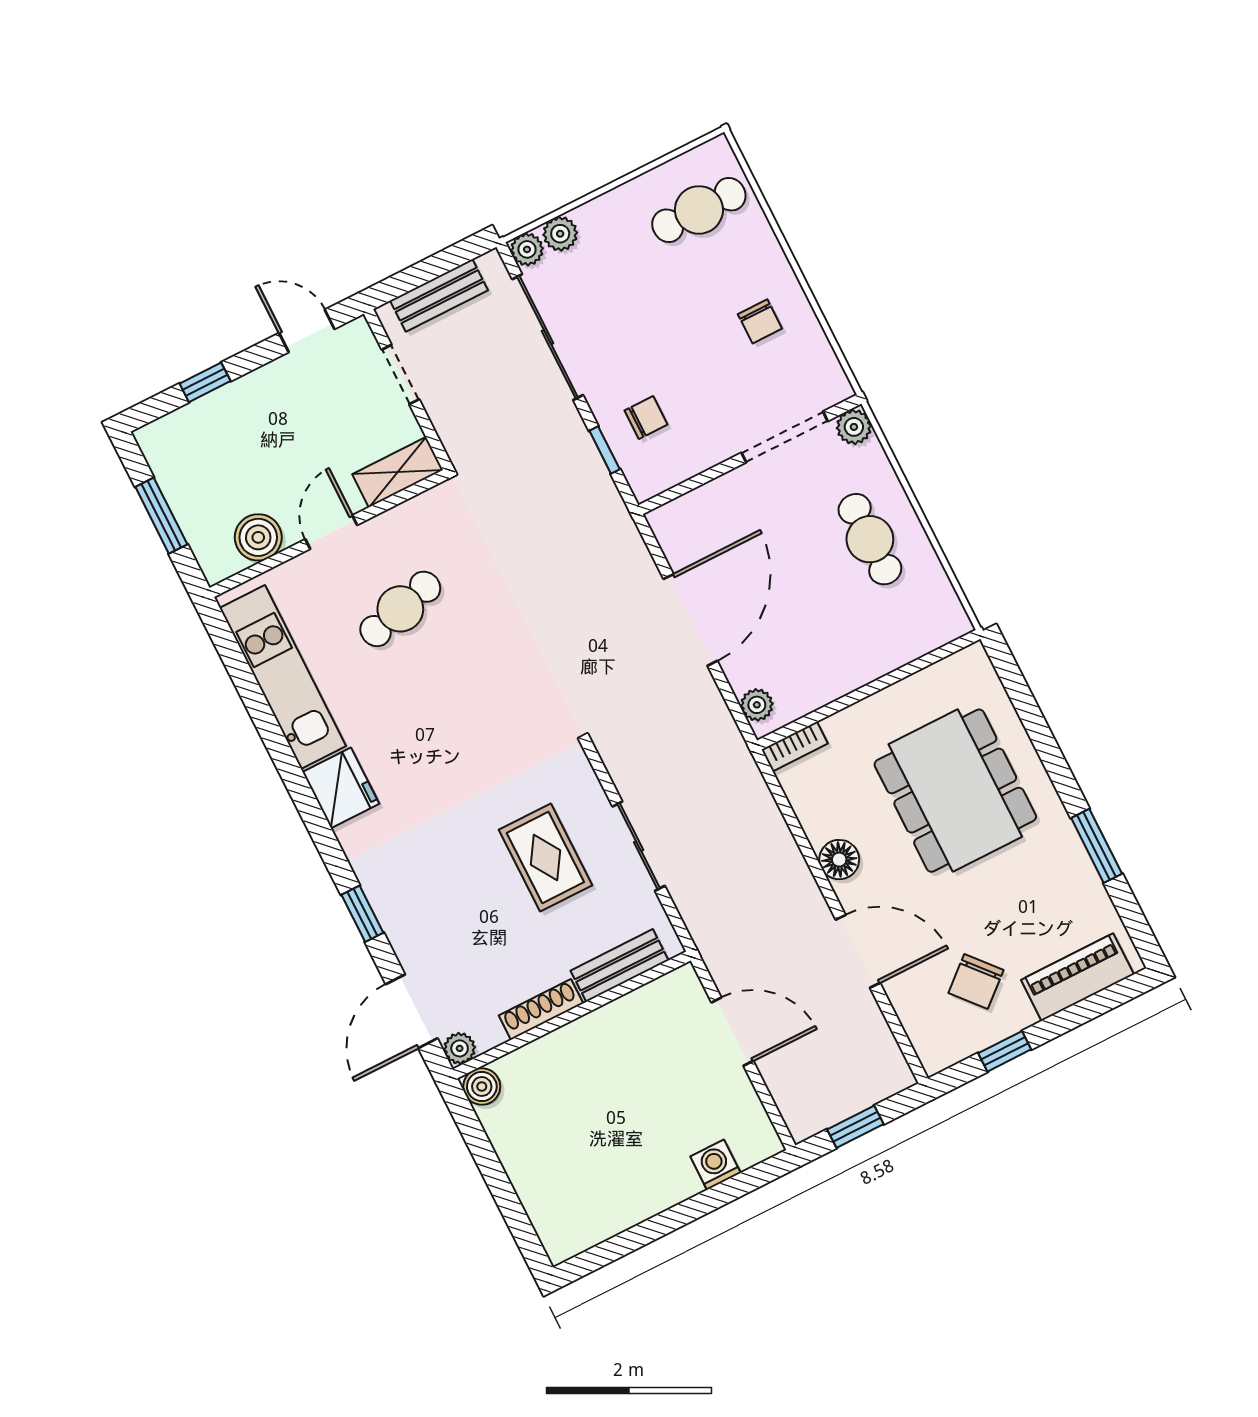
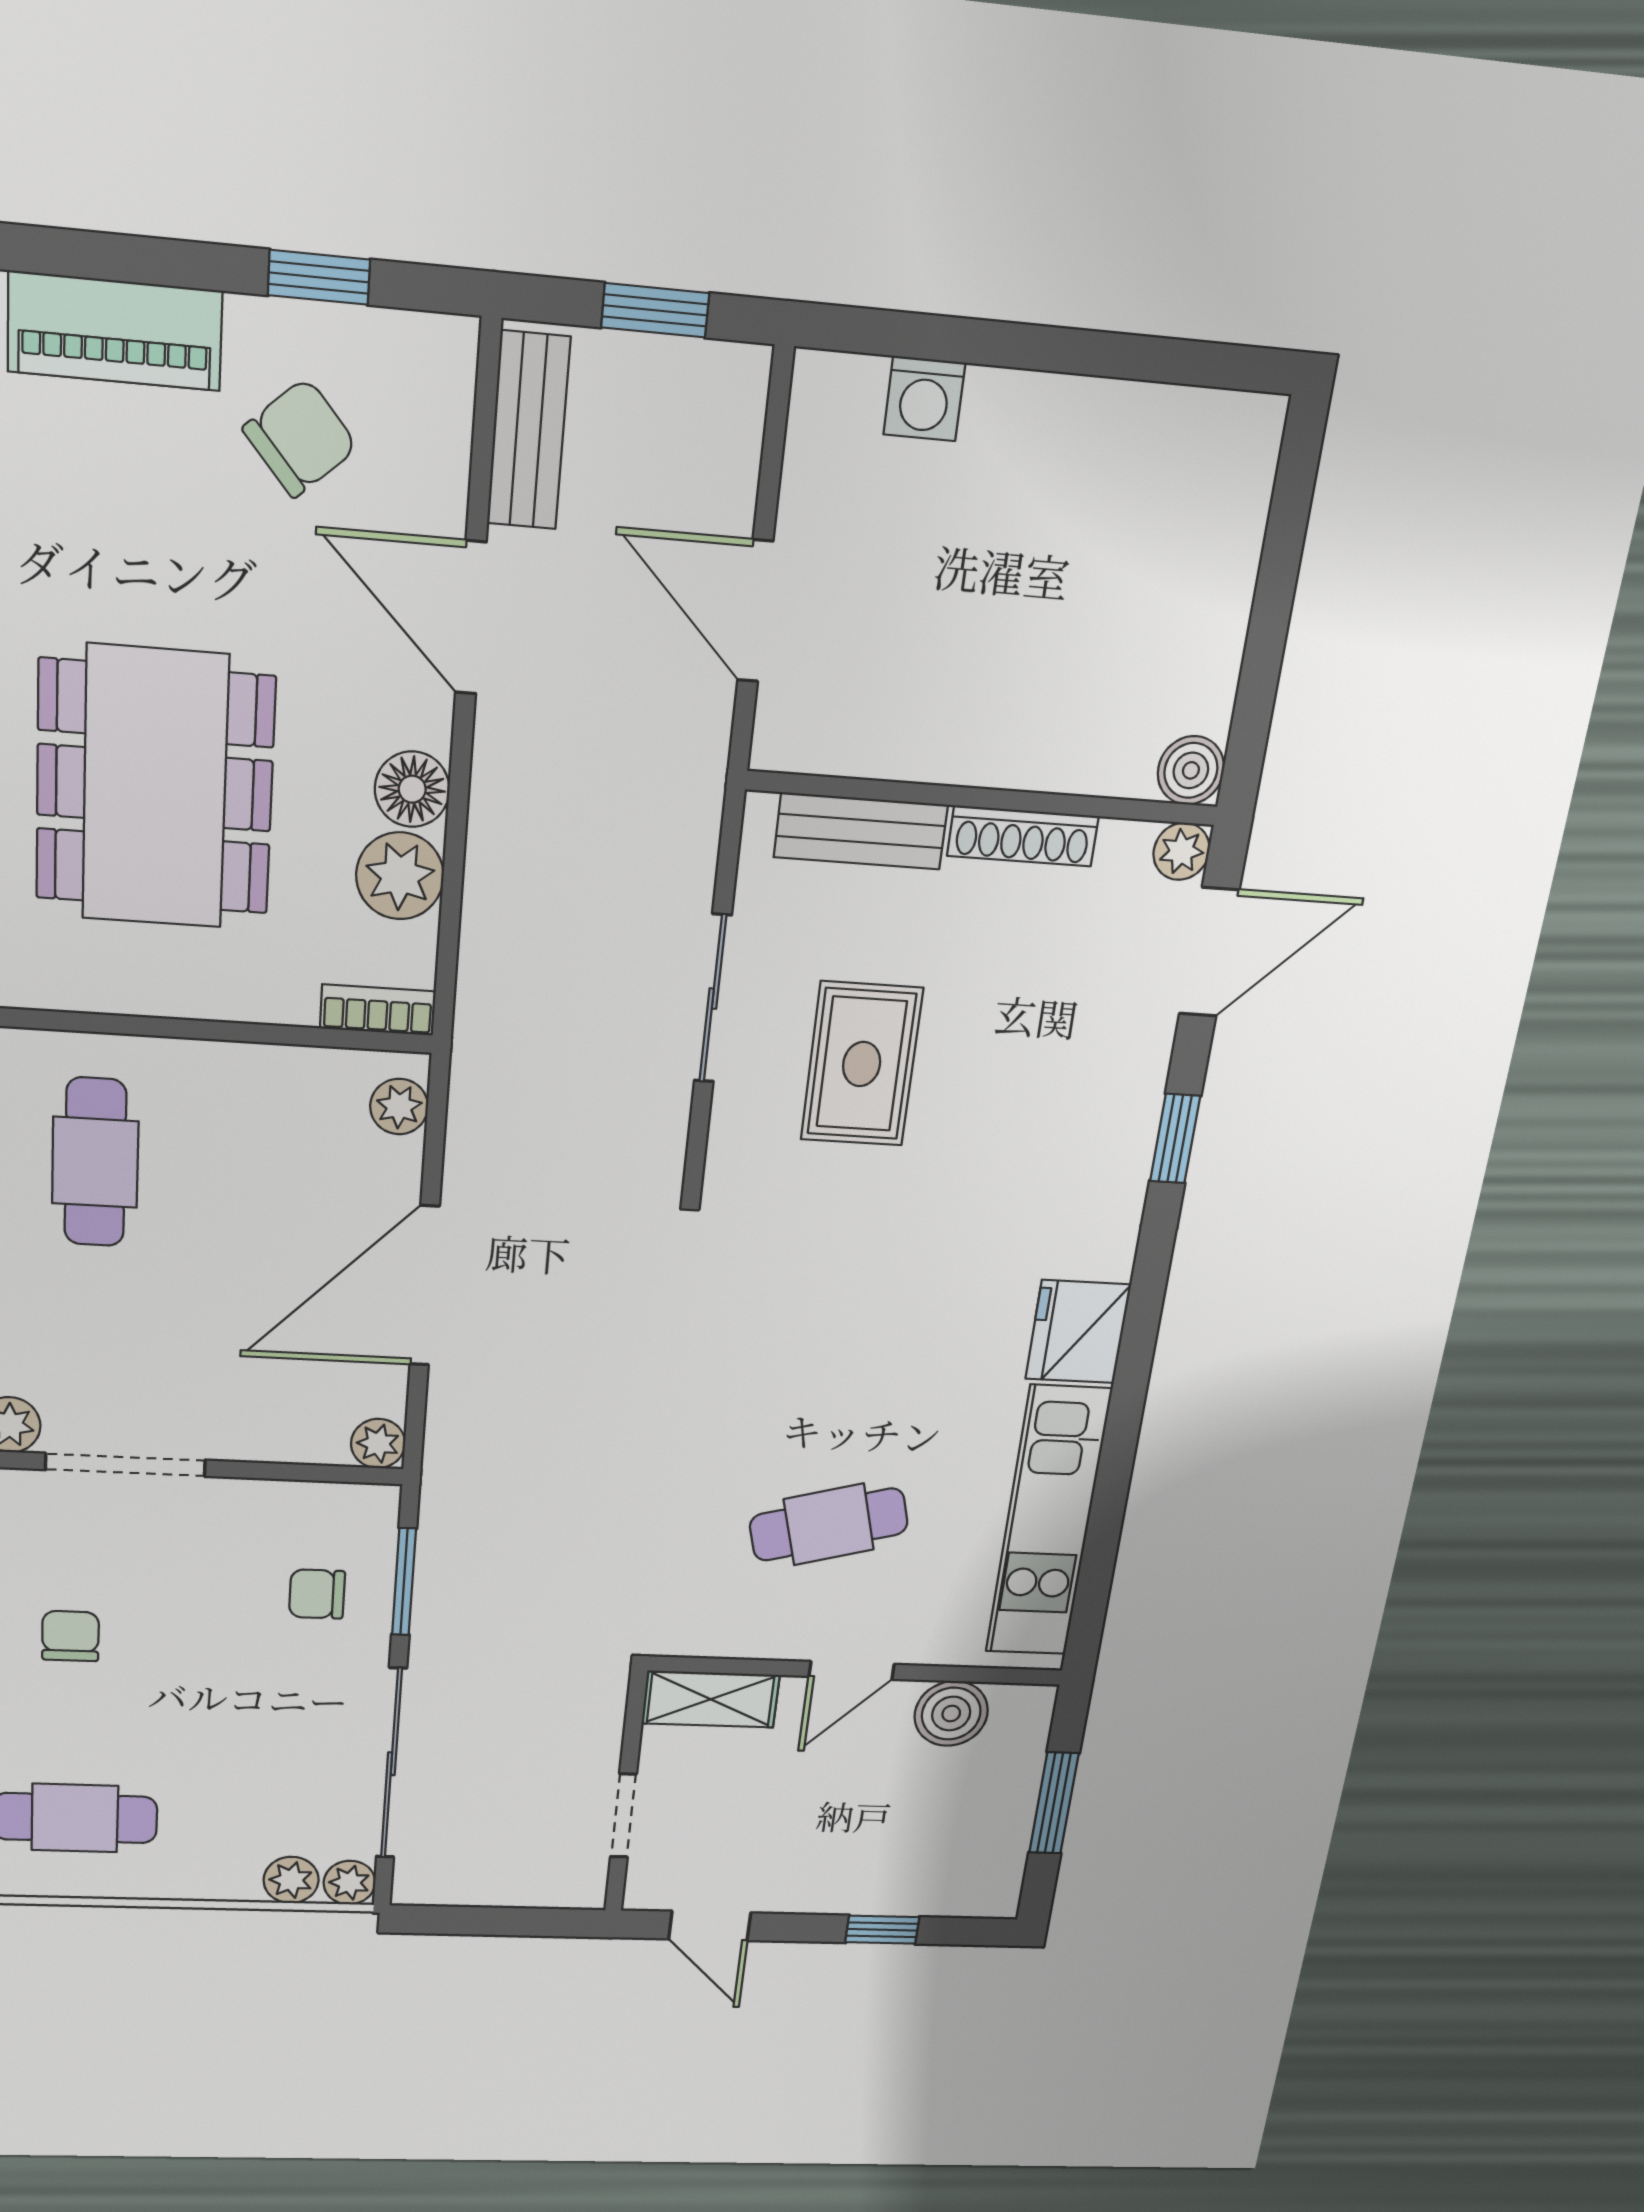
bench: (439, 295) -> (528, 431), moved, turned 90
window: (605, 450) -> (404, 1582), width x1.50
plant: (664, 521) -> (378, 1444), added
cafe table: (870, 539) -> (95, 1162), moved
plant: (821, 816) -> (400, 876), added

